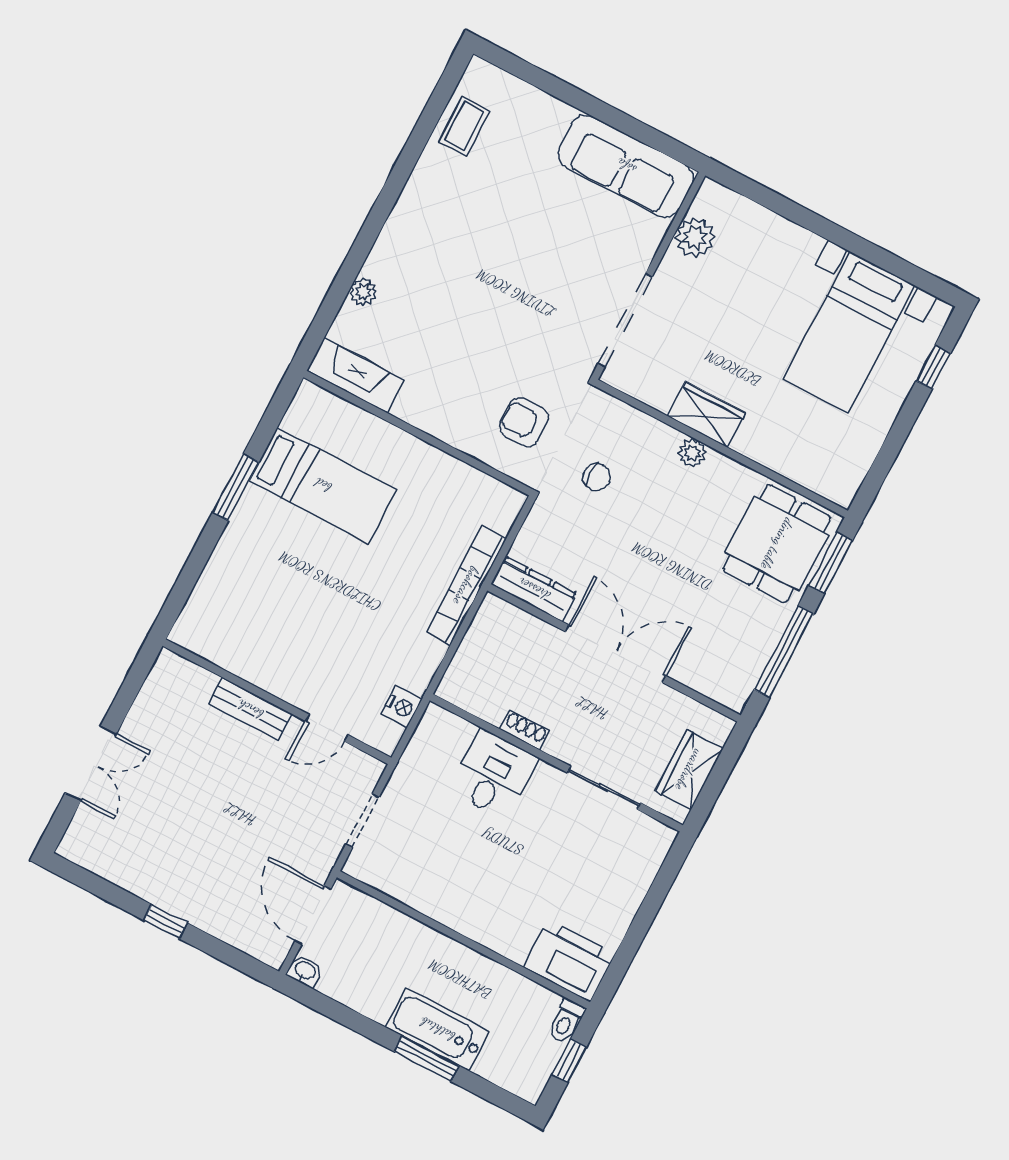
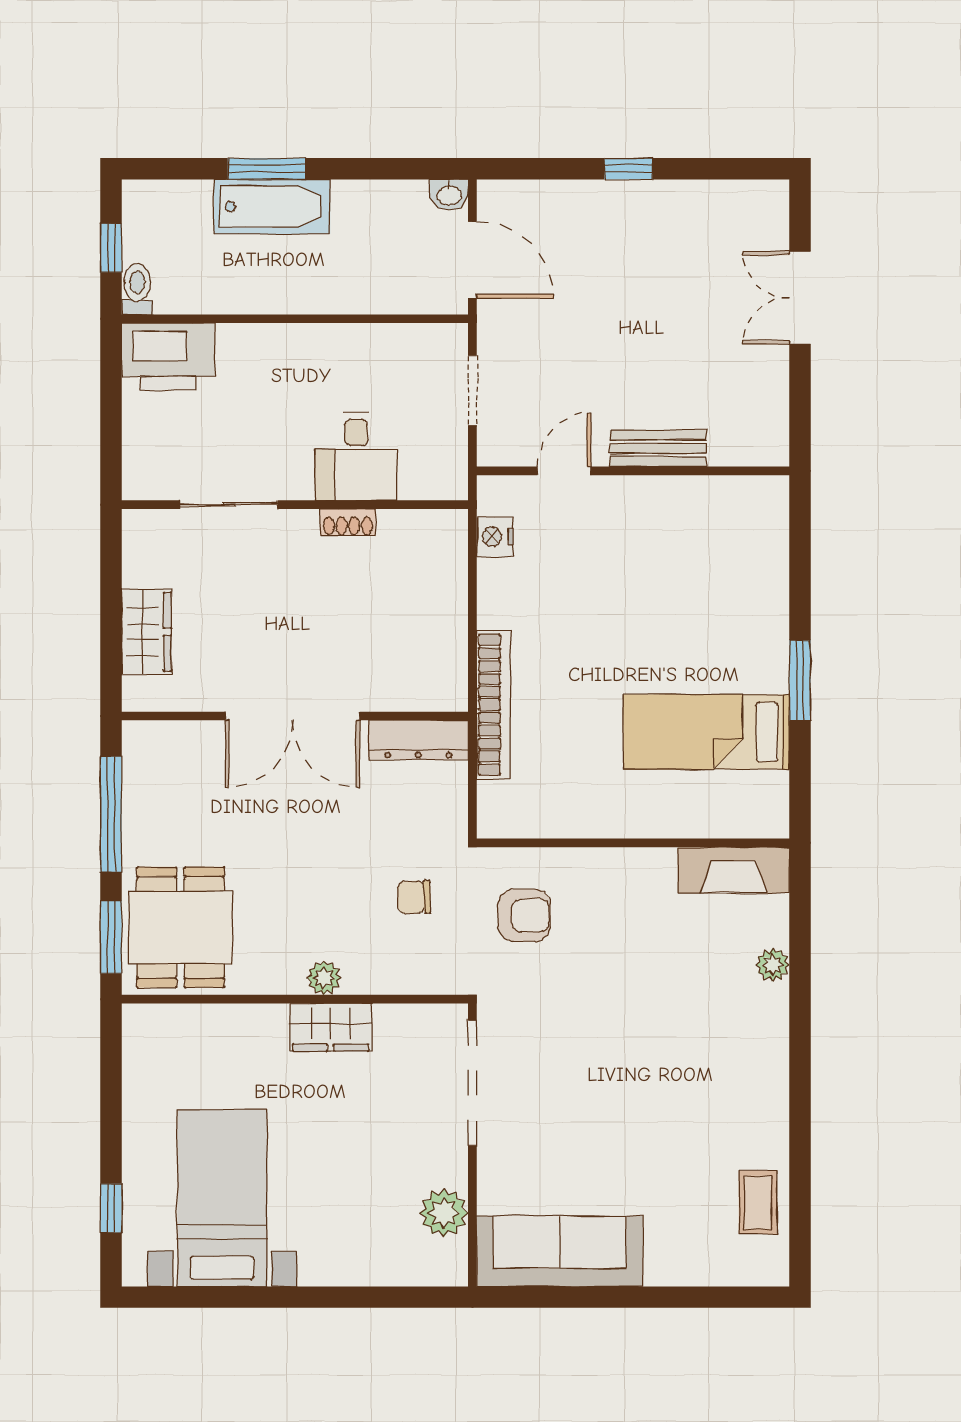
shoe rack: (525, 730) -> (348, 522), moved
wall: (556, 763) -> (295, 505), moved
desk: (494, 774) -> (356, 456), moved
sliding door: (604, 788) -> (229, 505), moved

